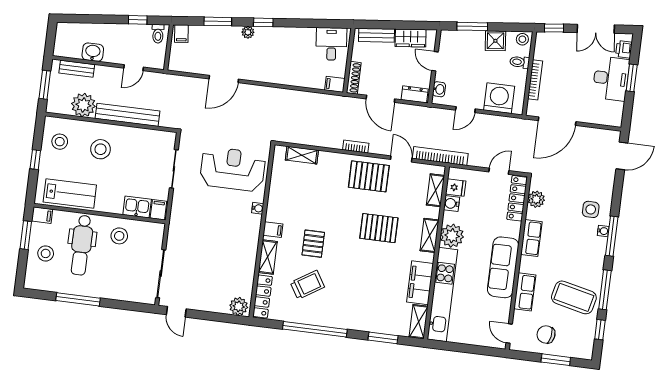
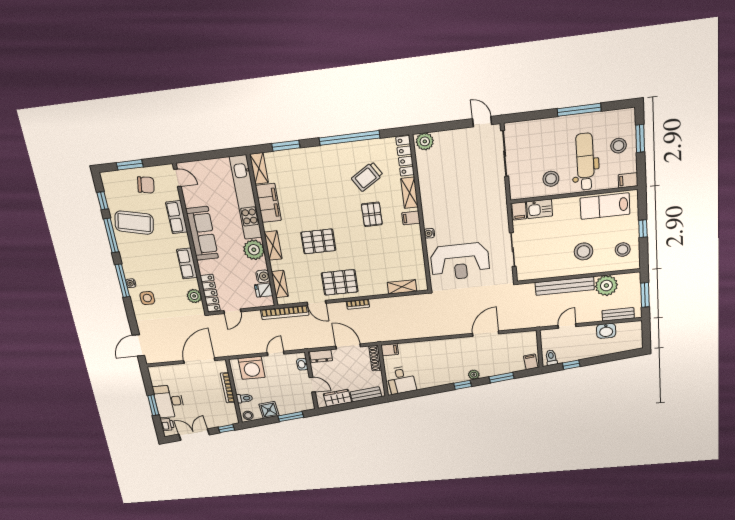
window: (26, 235) -> (640, 138), moved

